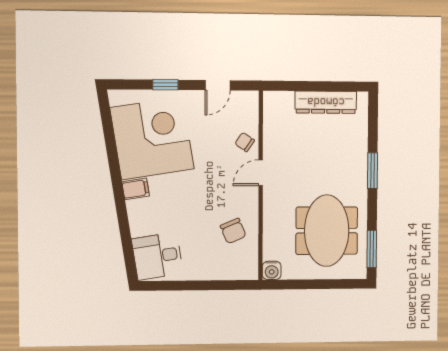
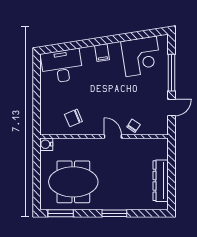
window: (165, 85) -> (171, 73), width x2.17
door: (218, 85) -> (171, 107), swing flipped
corner desk: (152, 138) -> (141, 56), width x0.74, depth x0.74
desk: (157, 256) -> (62, 66), width x1.37

